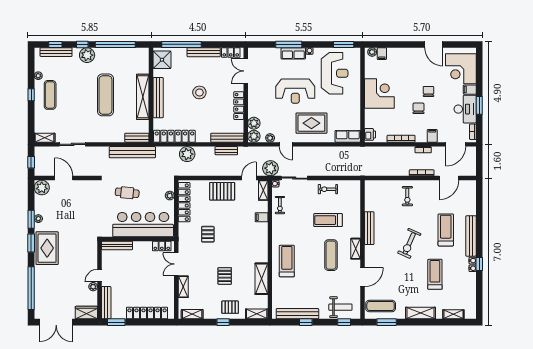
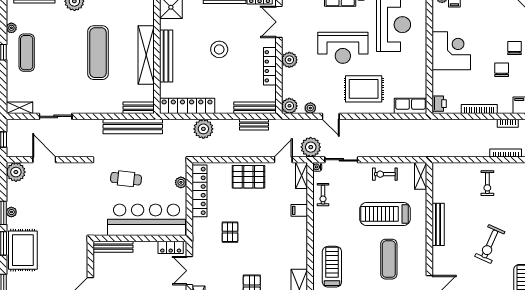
plant: (254, 123) -> (289, 60), moved
treadmill: (328, 220) -> (385, 214), width x1.37, depth x1.38
shelving: (356, 249) -> (421, 176), moved

